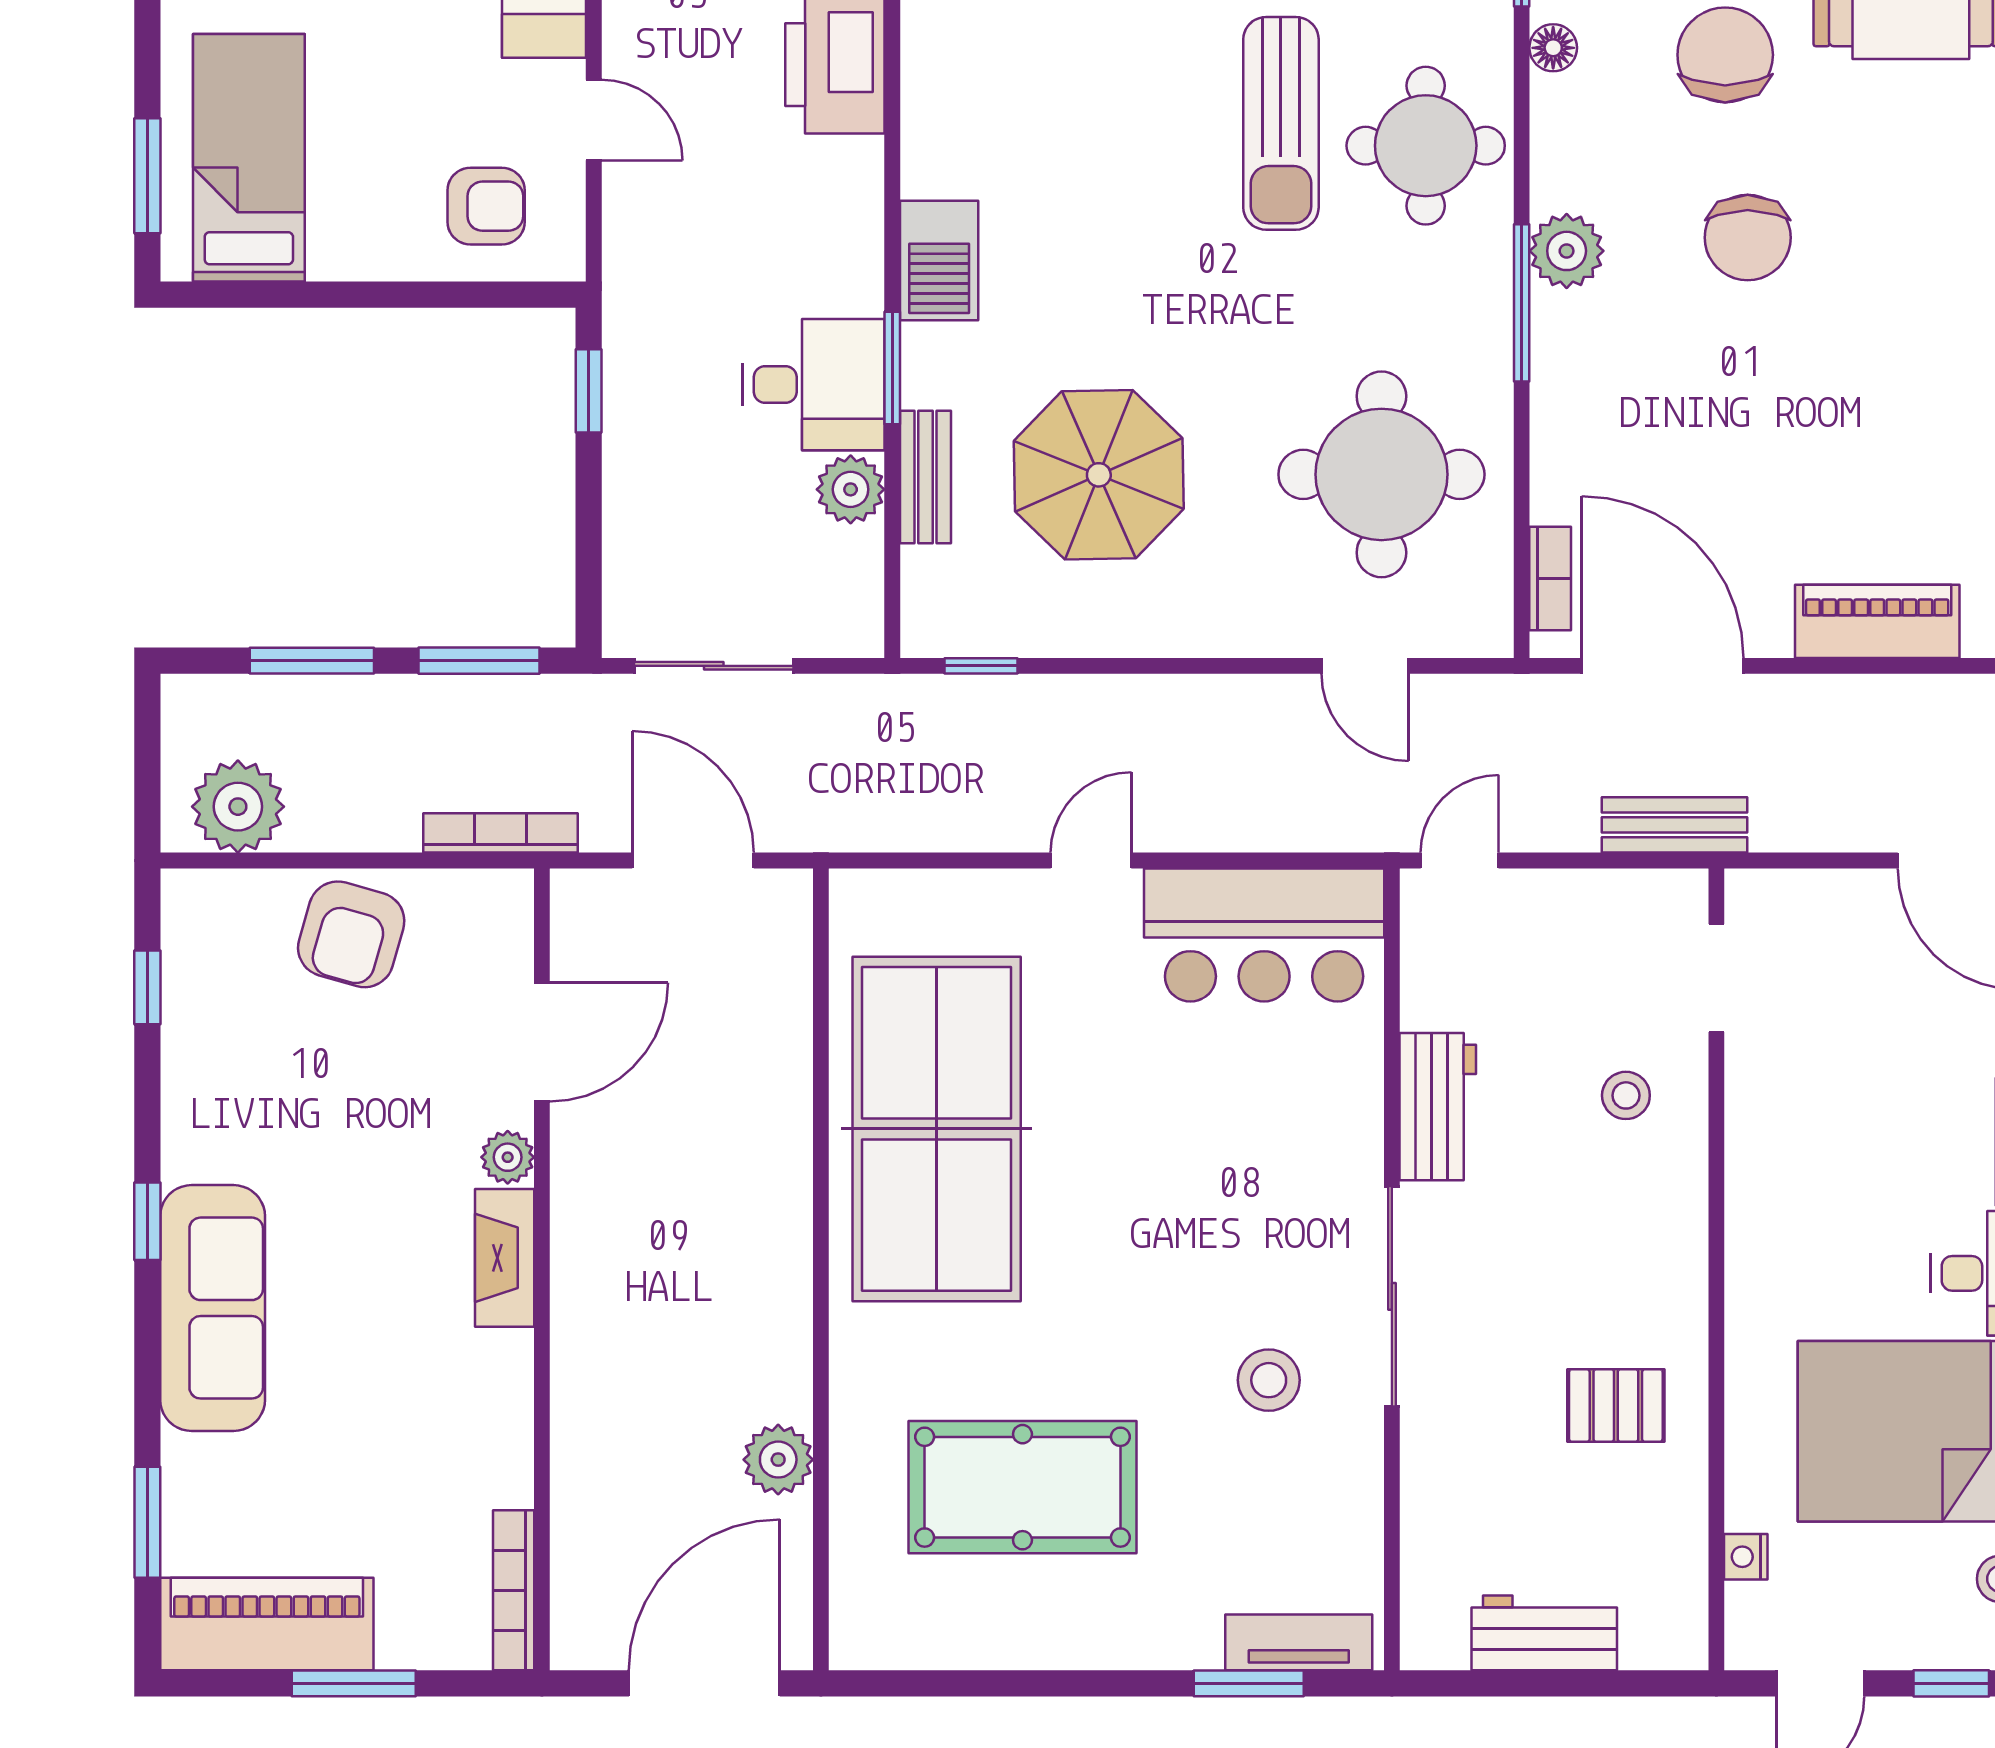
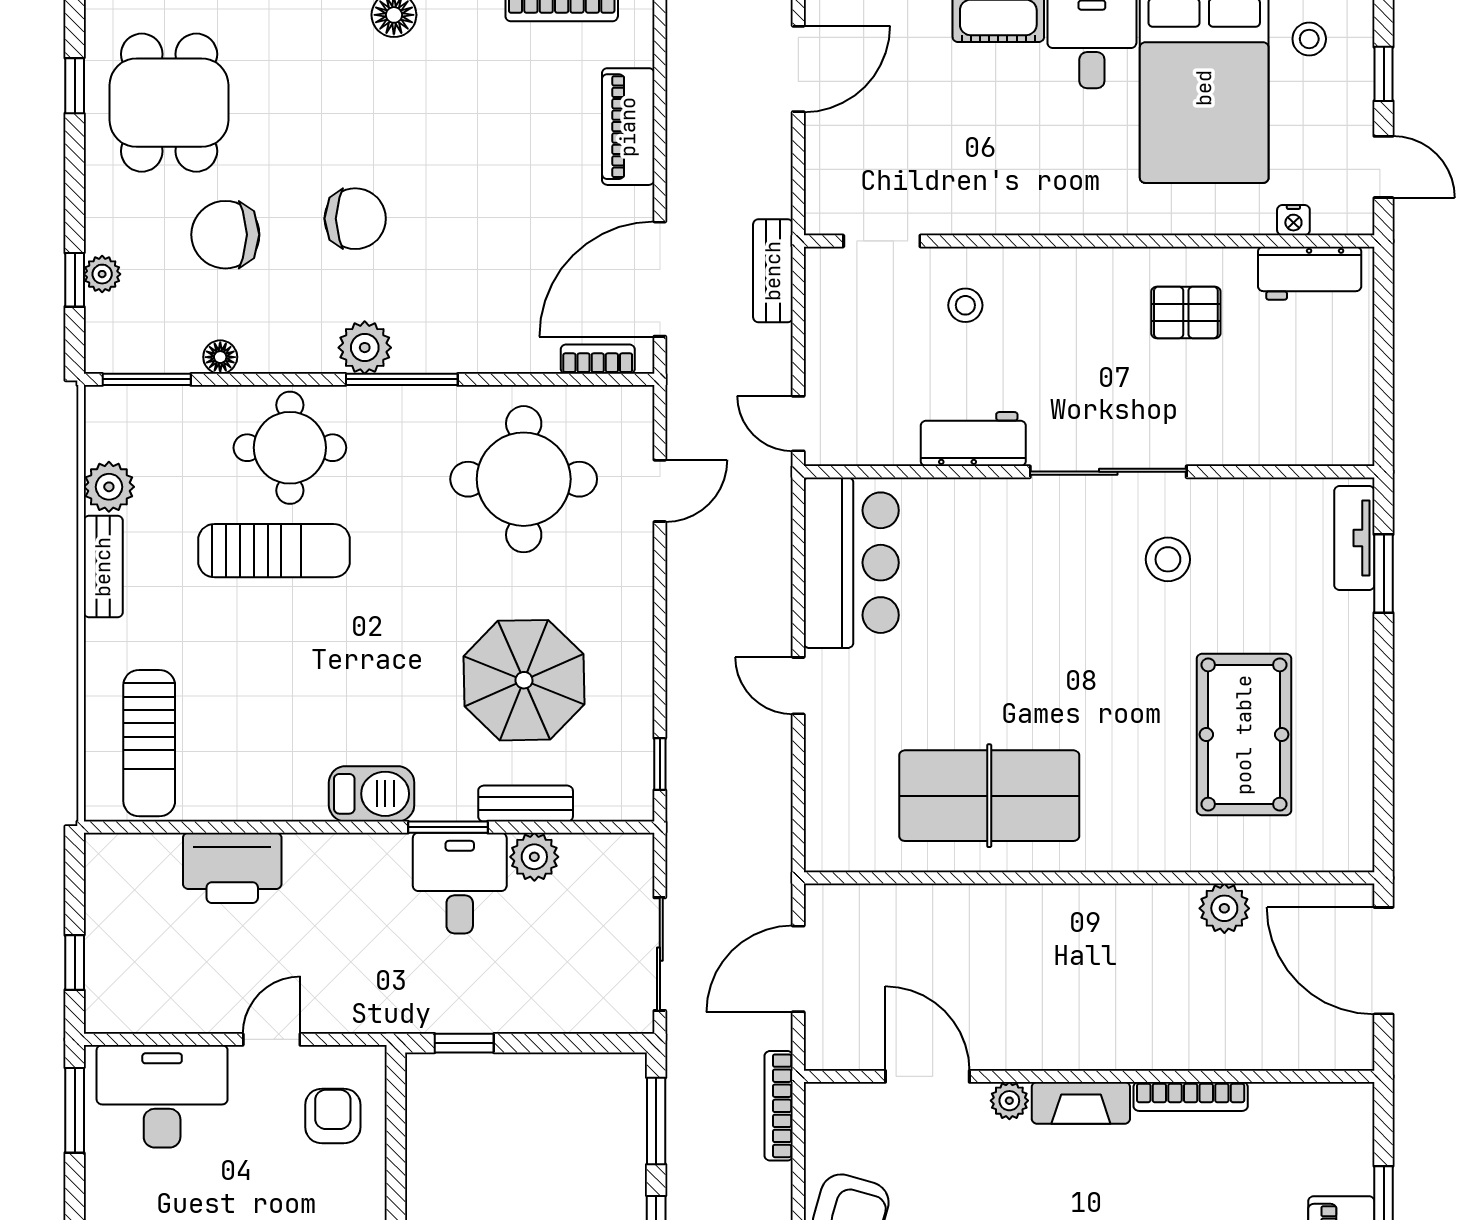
table tennis table: (937, 1129) -> (989, 796), width x0.73, depth x0.76
pallet: (1616, 1405) -> (1186, 312), turned 90
bookcase: (514, 1590) -> (1191, 1096), moved
workbench: (1544, 1633) -> (1310, 273), moved, turned -90

